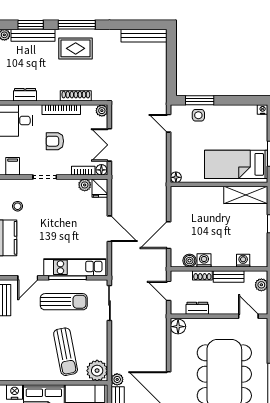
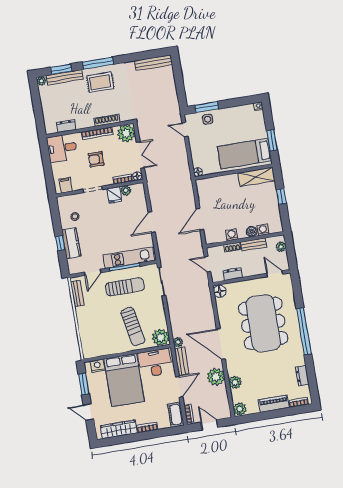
plant: (102, 111) -> (126, 133), width x1.88, depth x1.88
double door: (109, 145) -> (140, 155), swing flipped
fridge: (100, 188) -> (114, 195), moved
door: (109, 229) -> (152, 222), swing flipped
boiler: (190, 261) -> (252, 232), moved

